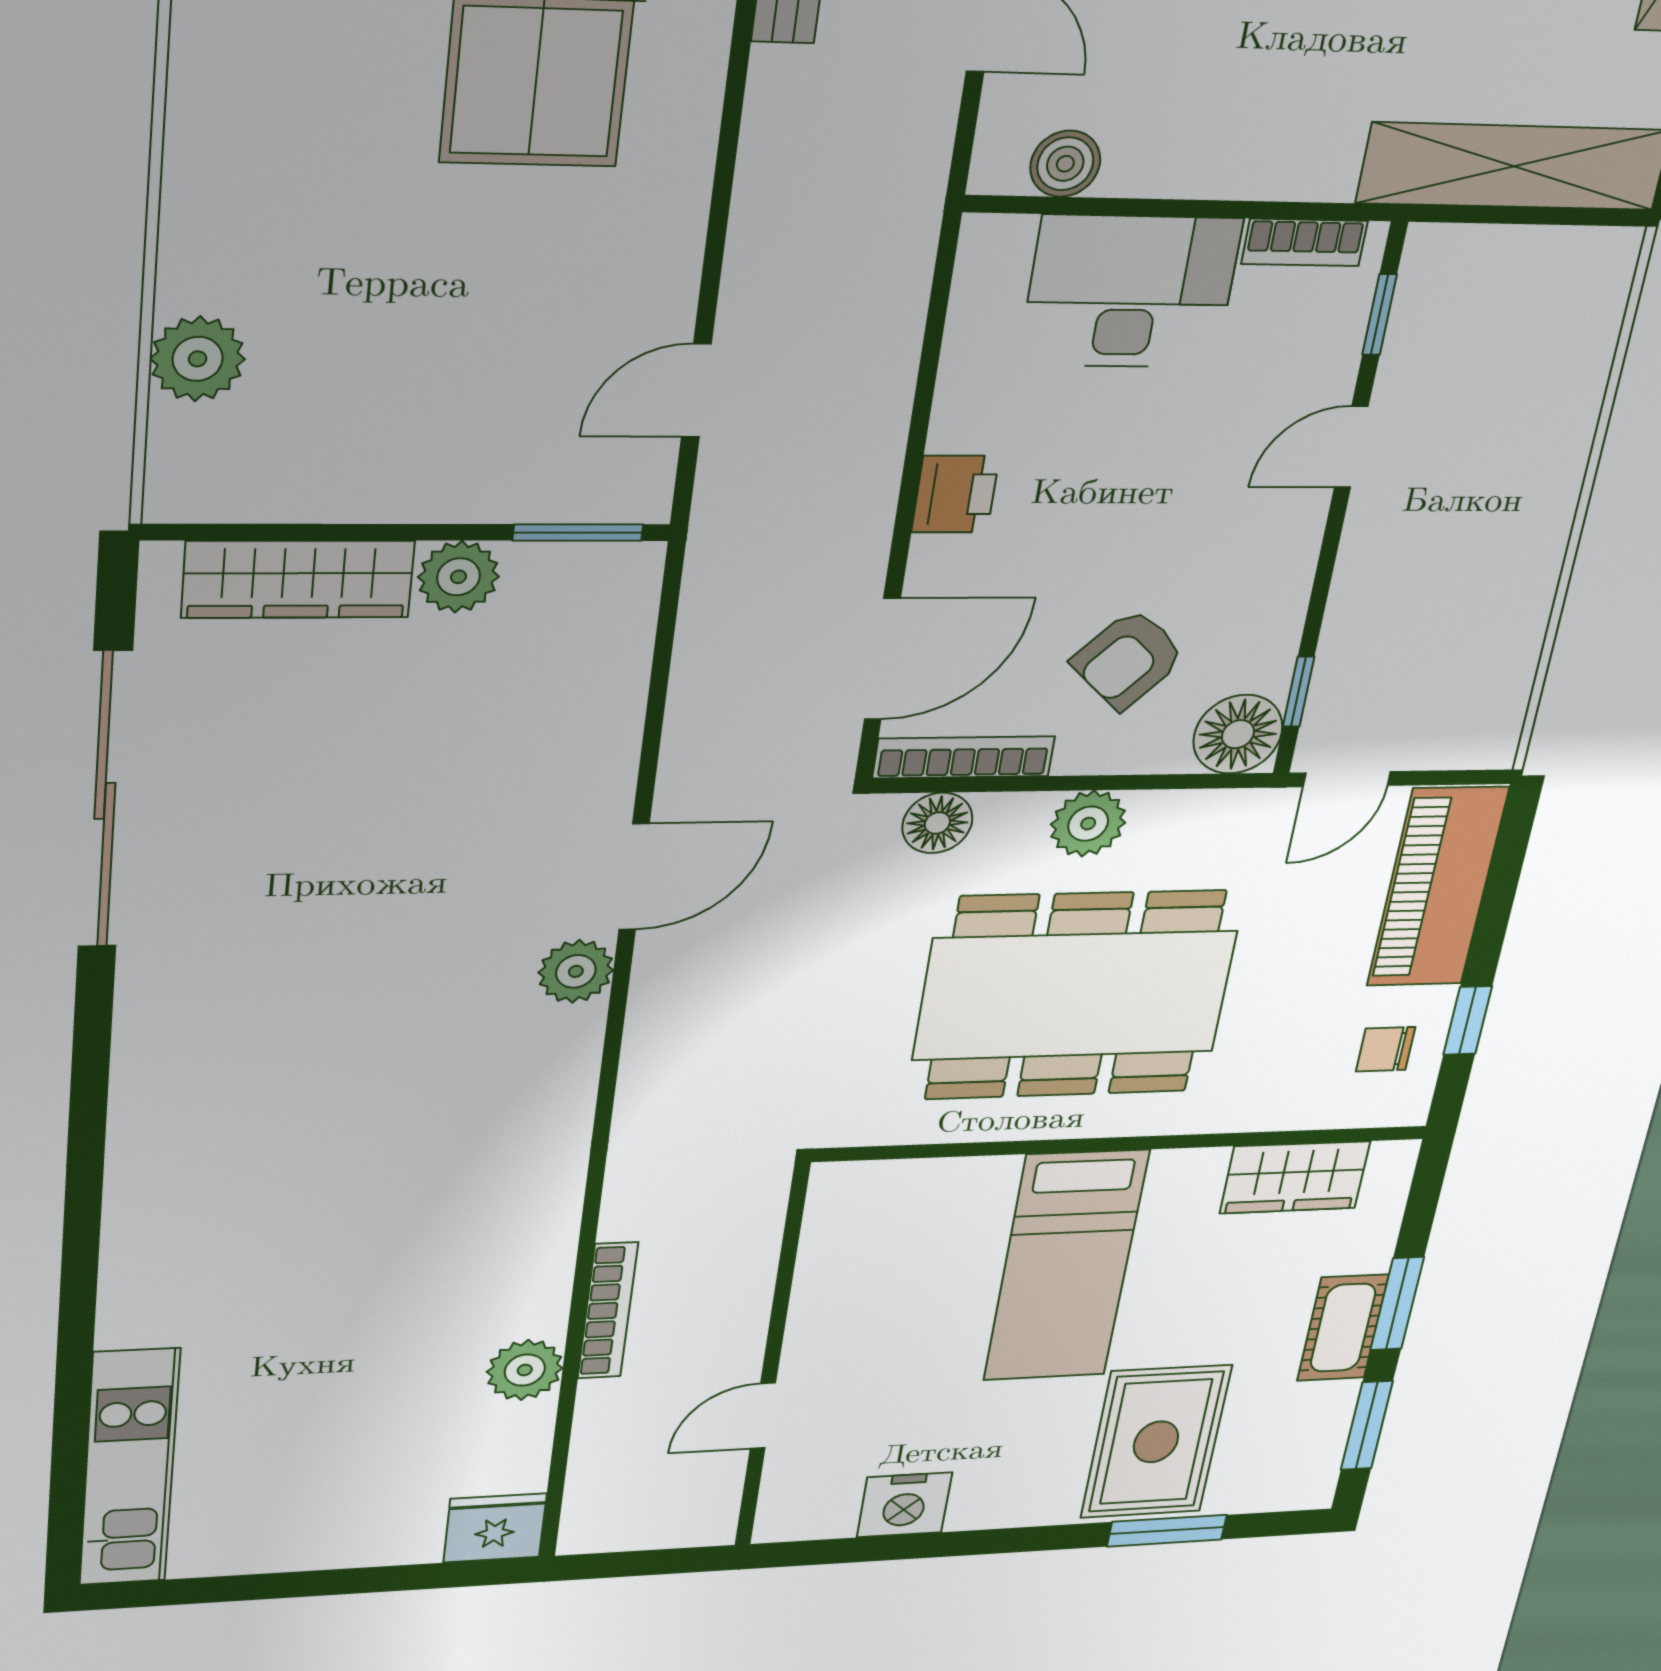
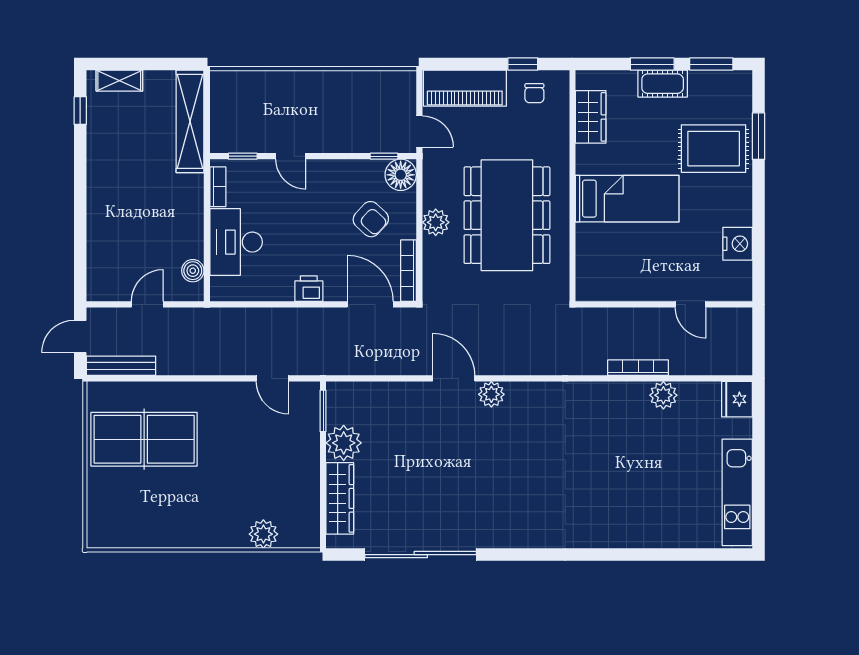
plant: (458, 577) -> (344, 443), width x1.36, depth x1.36
floor lamp: (937, 823) -> (434, 276), removed
kitchen unit: (129, 1468) -> (737, 492), moved, turned -90

